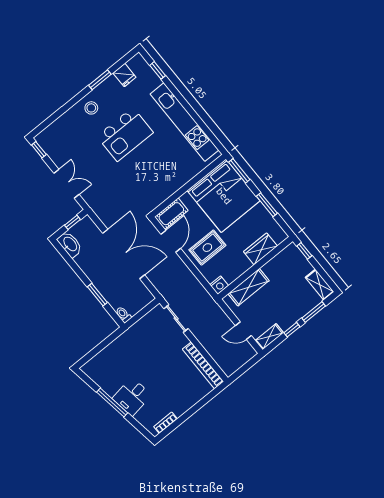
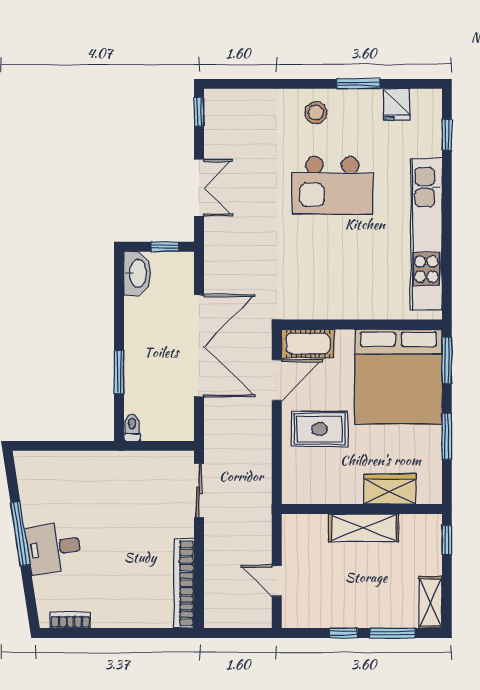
nightstand: (219, 285) -> (294, 493), removed
shelving: (249, 287) -> (364, 528), moved
shelving: (269, 337) -> (305, 618), removed

